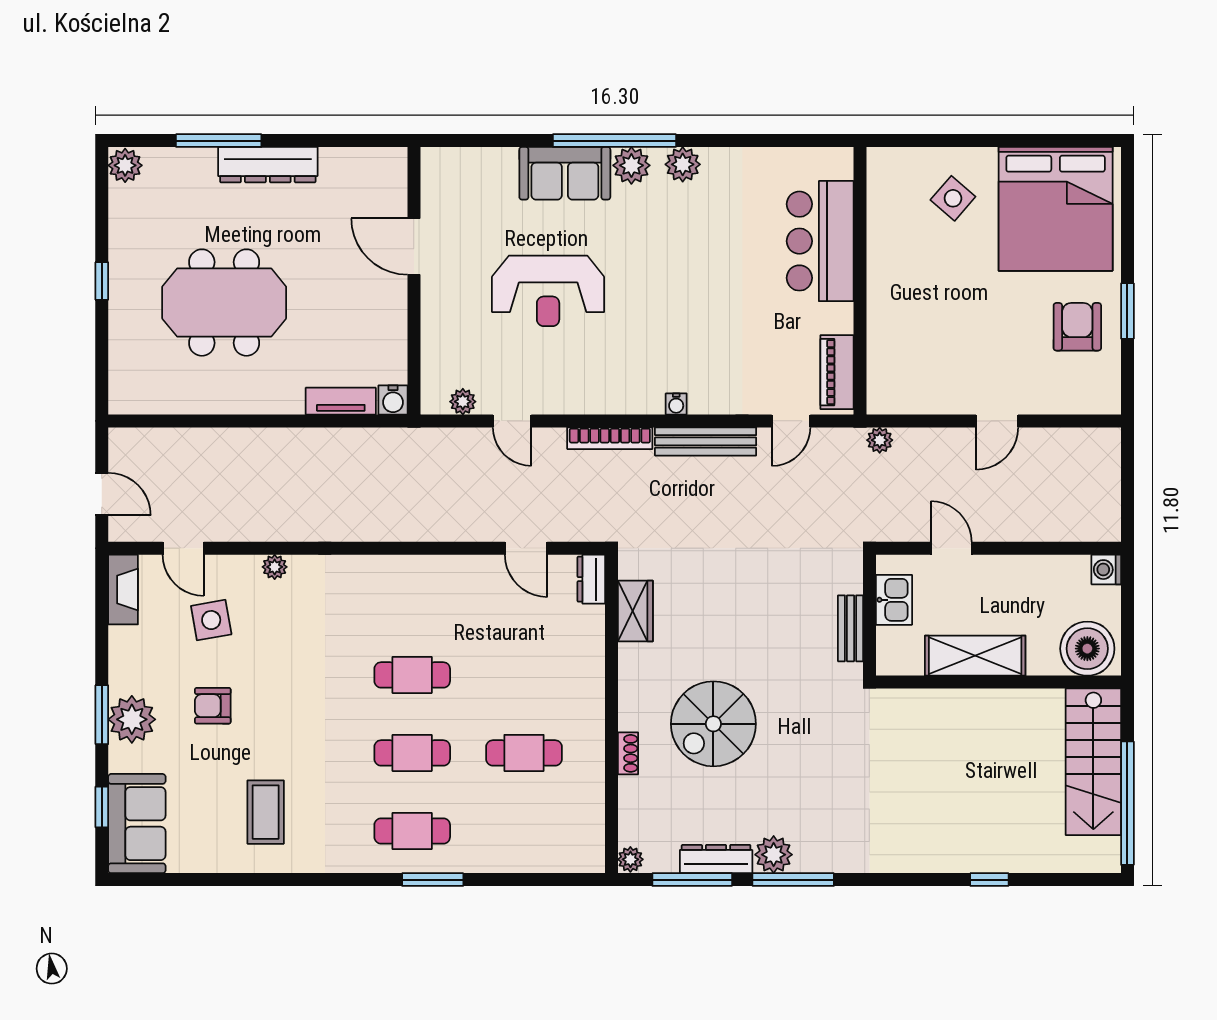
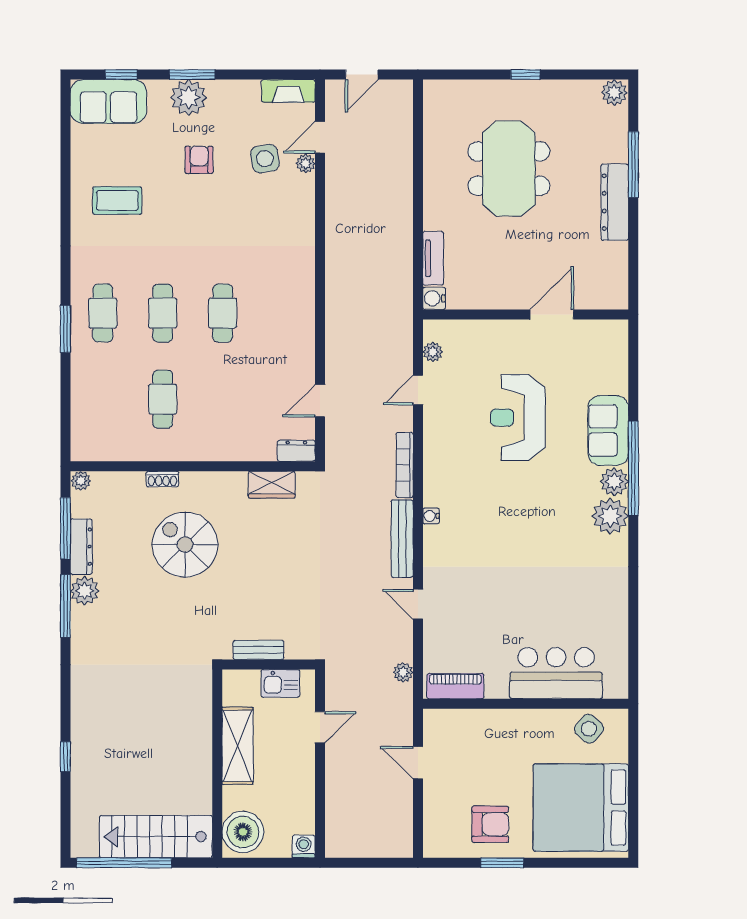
plant: (683, 164) -> (610, 516), width x1.36, depth x1.36
bar counter: (820, 241) -> (556, 673), moved
wall: (860, 281) -> (526, 704), moved
piano: (837, 372) -> (455, 686), moved
plant: (275, 567) -> (306, 163), moved

